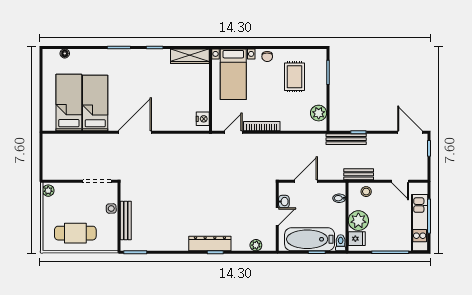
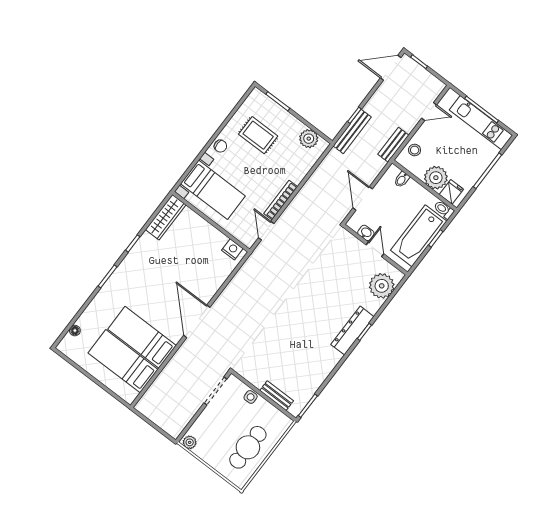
bench: (126, 220) -> (277, 396), width x0.73
plant: (256, 245) -> (382, 286), width x1.88, depth x1.88

